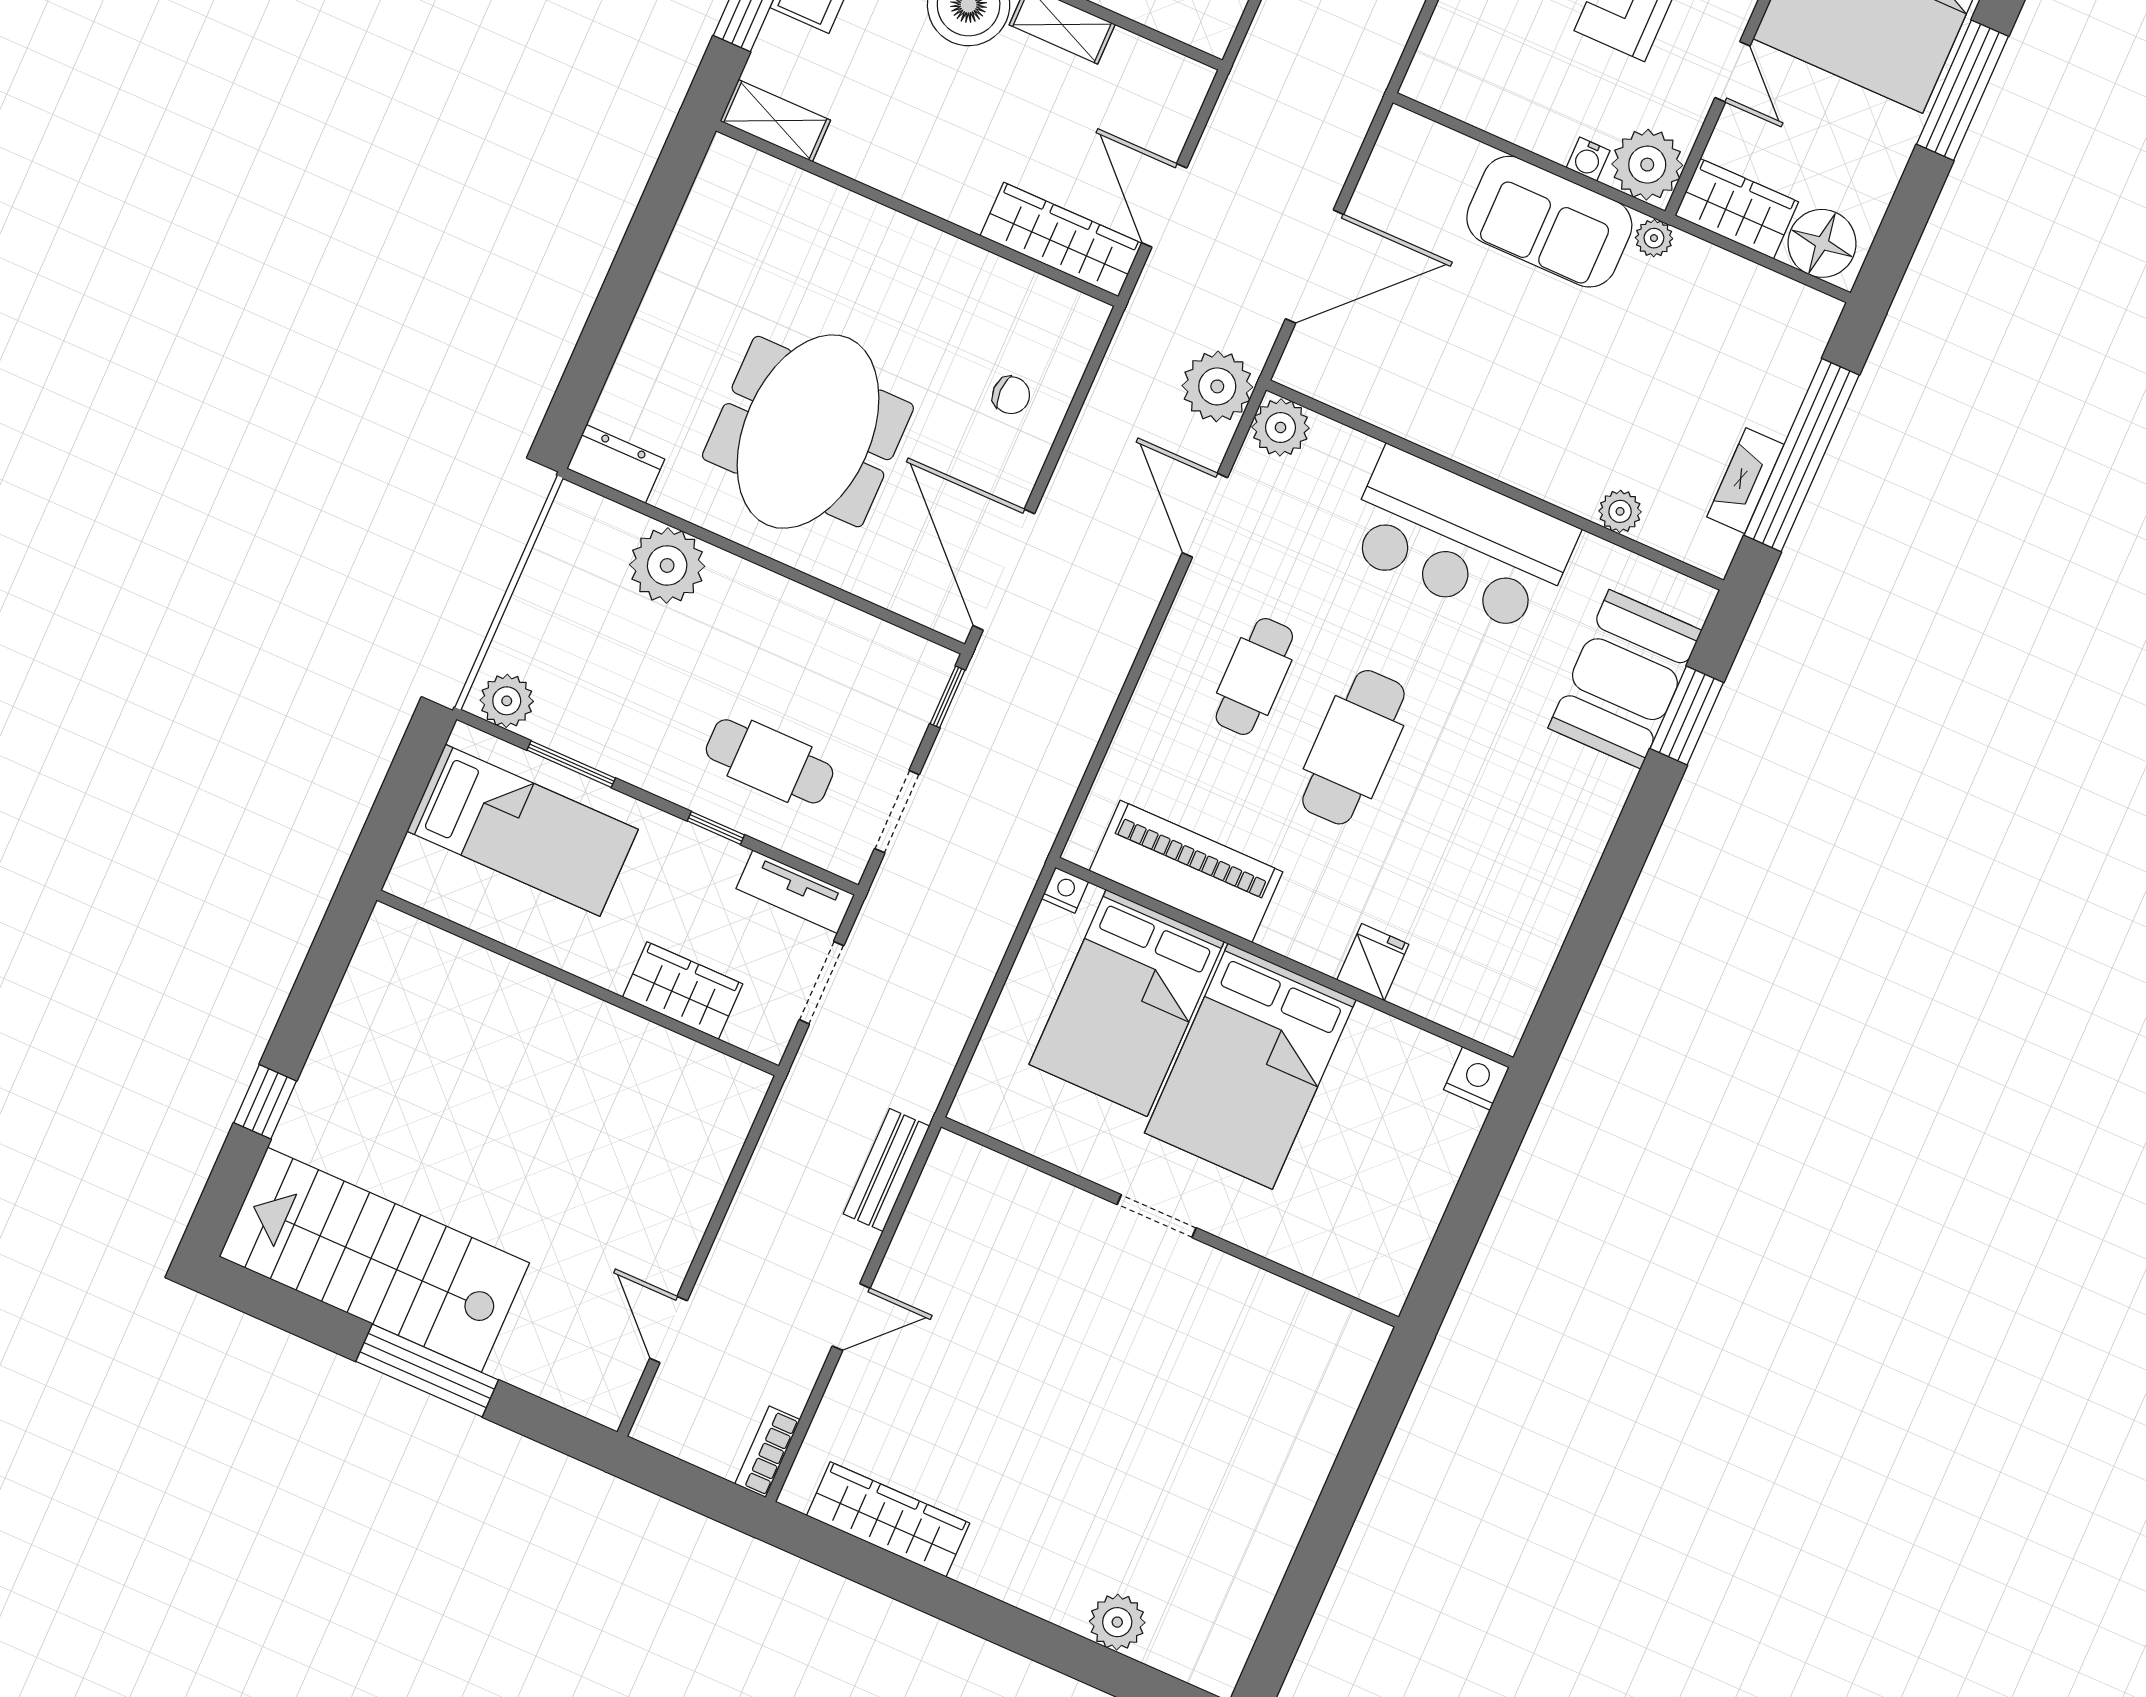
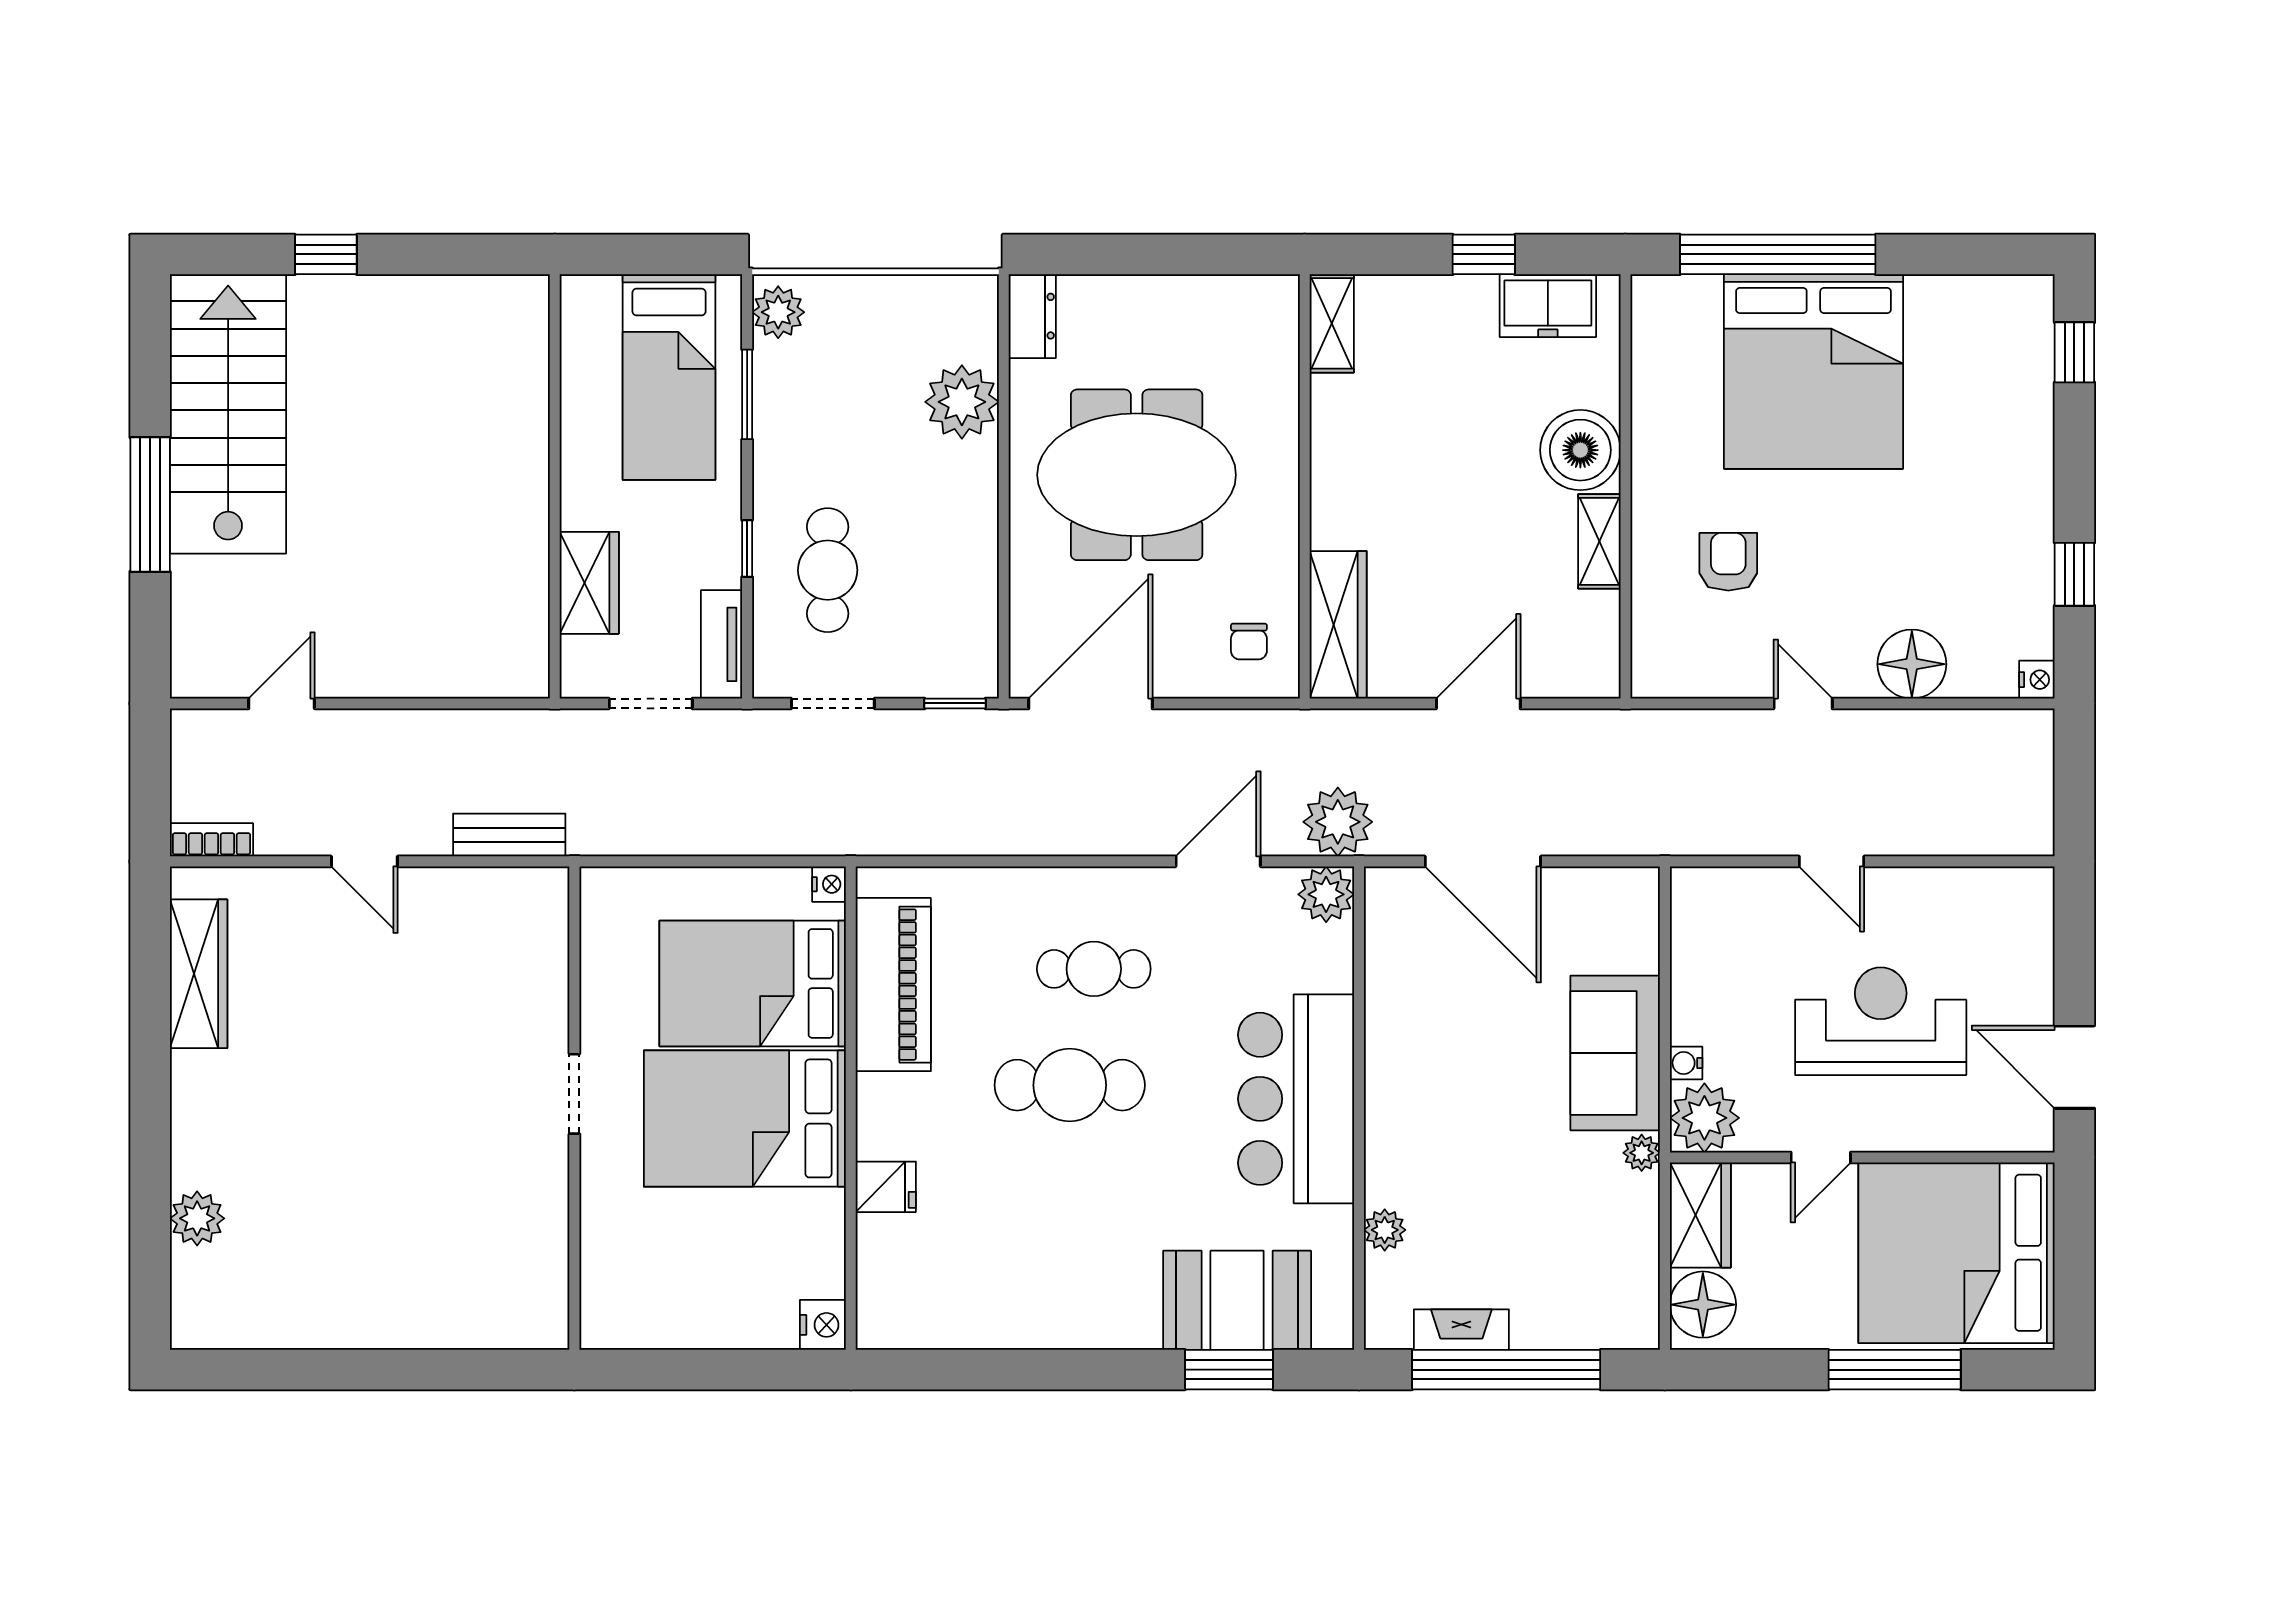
shelving: (775, 121) -> (1332, 323), moved
wall: (917, 214) -> (1305, 486), moved
wardrobe: (1061, 240) -> (1338, 625), moved

